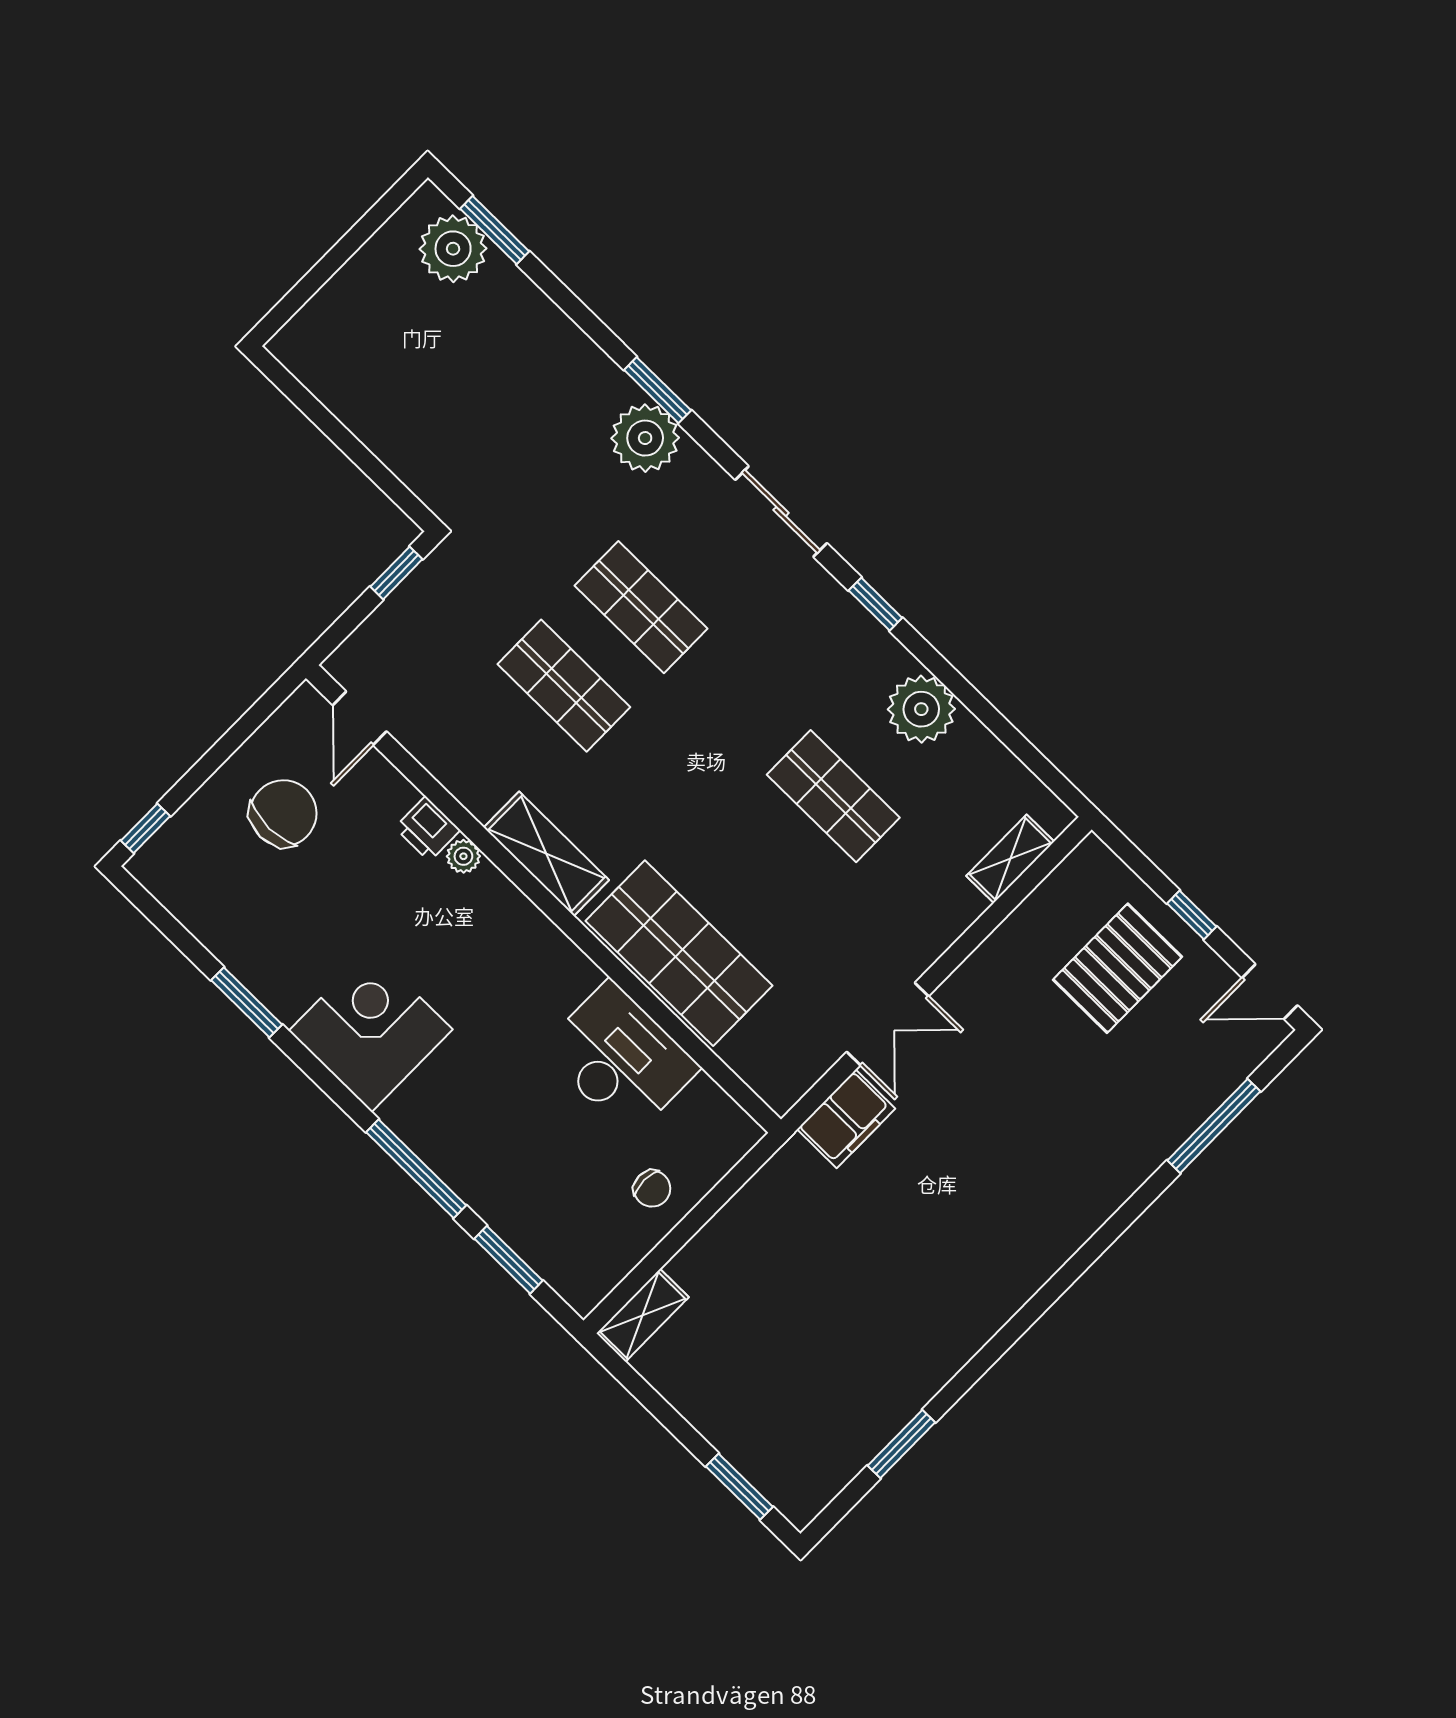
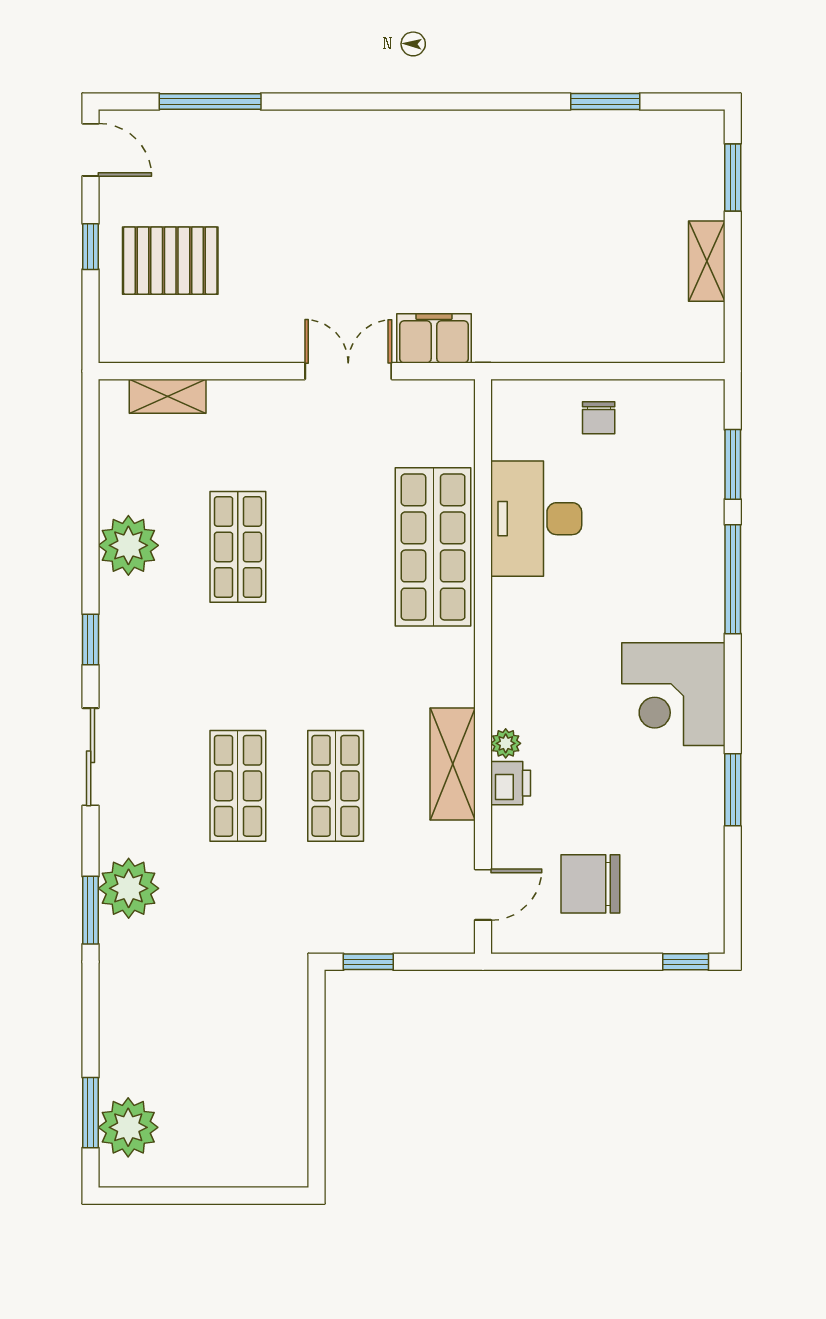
shelving: (546, 854) -> (453, 764), moved
chair: (652, 1189) -> (599, 418), turned 180
shelving: (643, 1315) -> (707, 261), moved, turned 90

